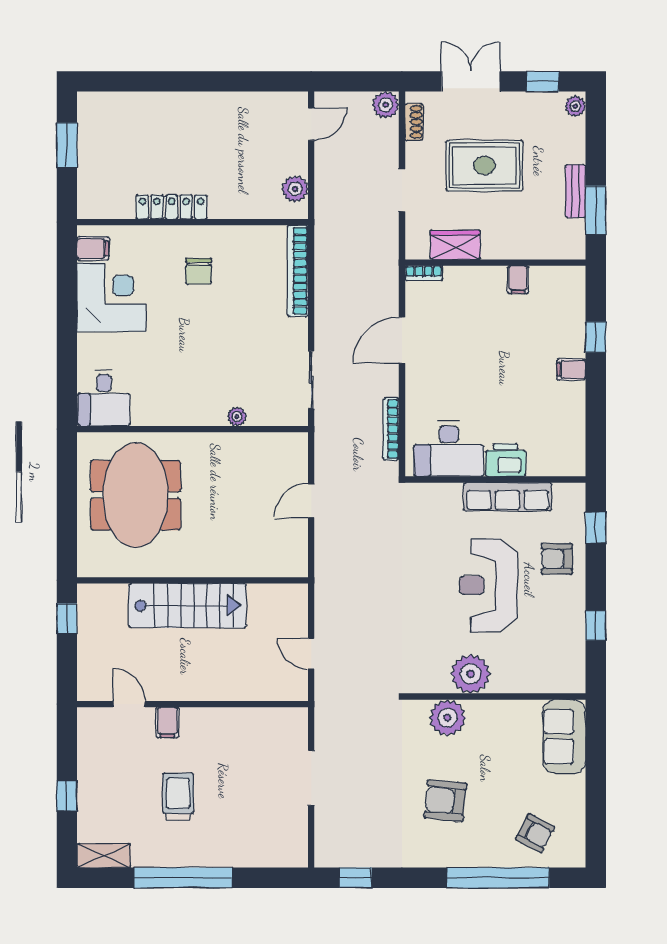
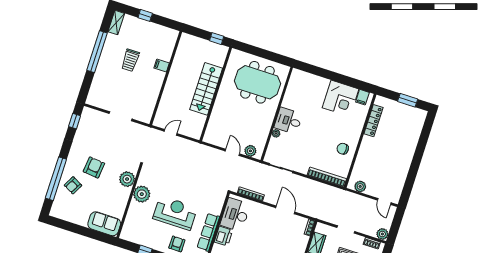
locker: (172, 207) -> (373, 121), moved
chair: (199, 271) -> (343, 149), moved
desk: (104, 398) -> (288, 121), moved
plant: (295, 461) -> (250, 151), added
door: (129, 704) -> (174, 52), removed
trolley: (178, 797) -> (130, 60), turned 90
armchair: (535, 833) -> (73, 185), moved

